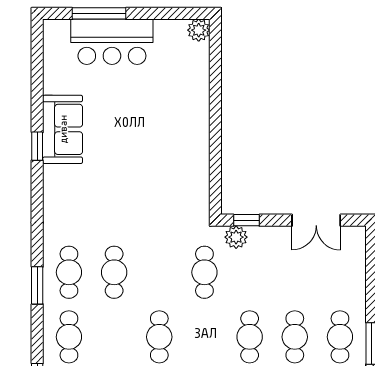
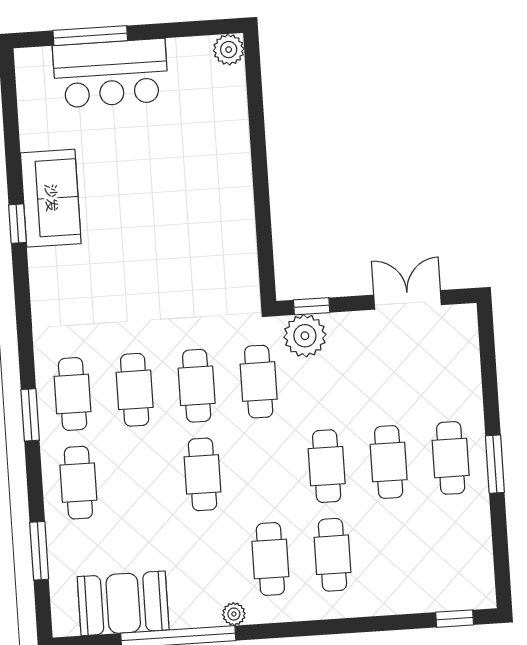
double door: (316, 220) -> (407, 300), swing flipped
plant: (236, 237) -> (305, 336), width x1.36, depth x1.36
cafe table: (159, 272) -> (197, 386), added

